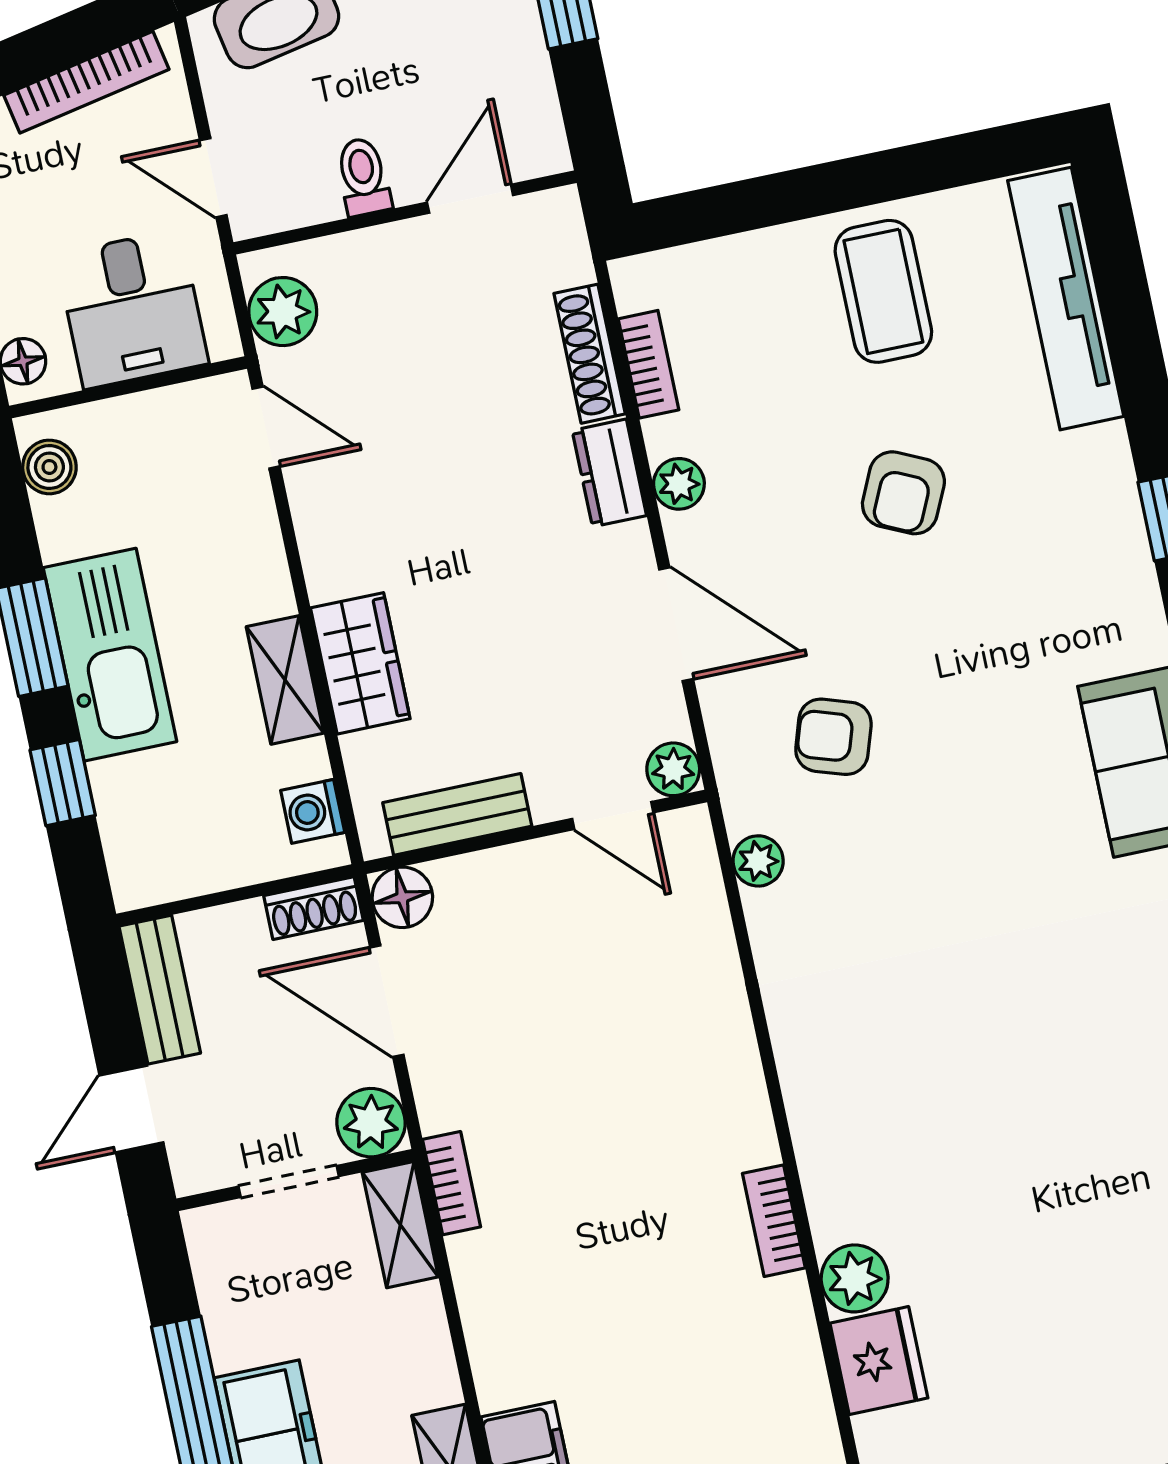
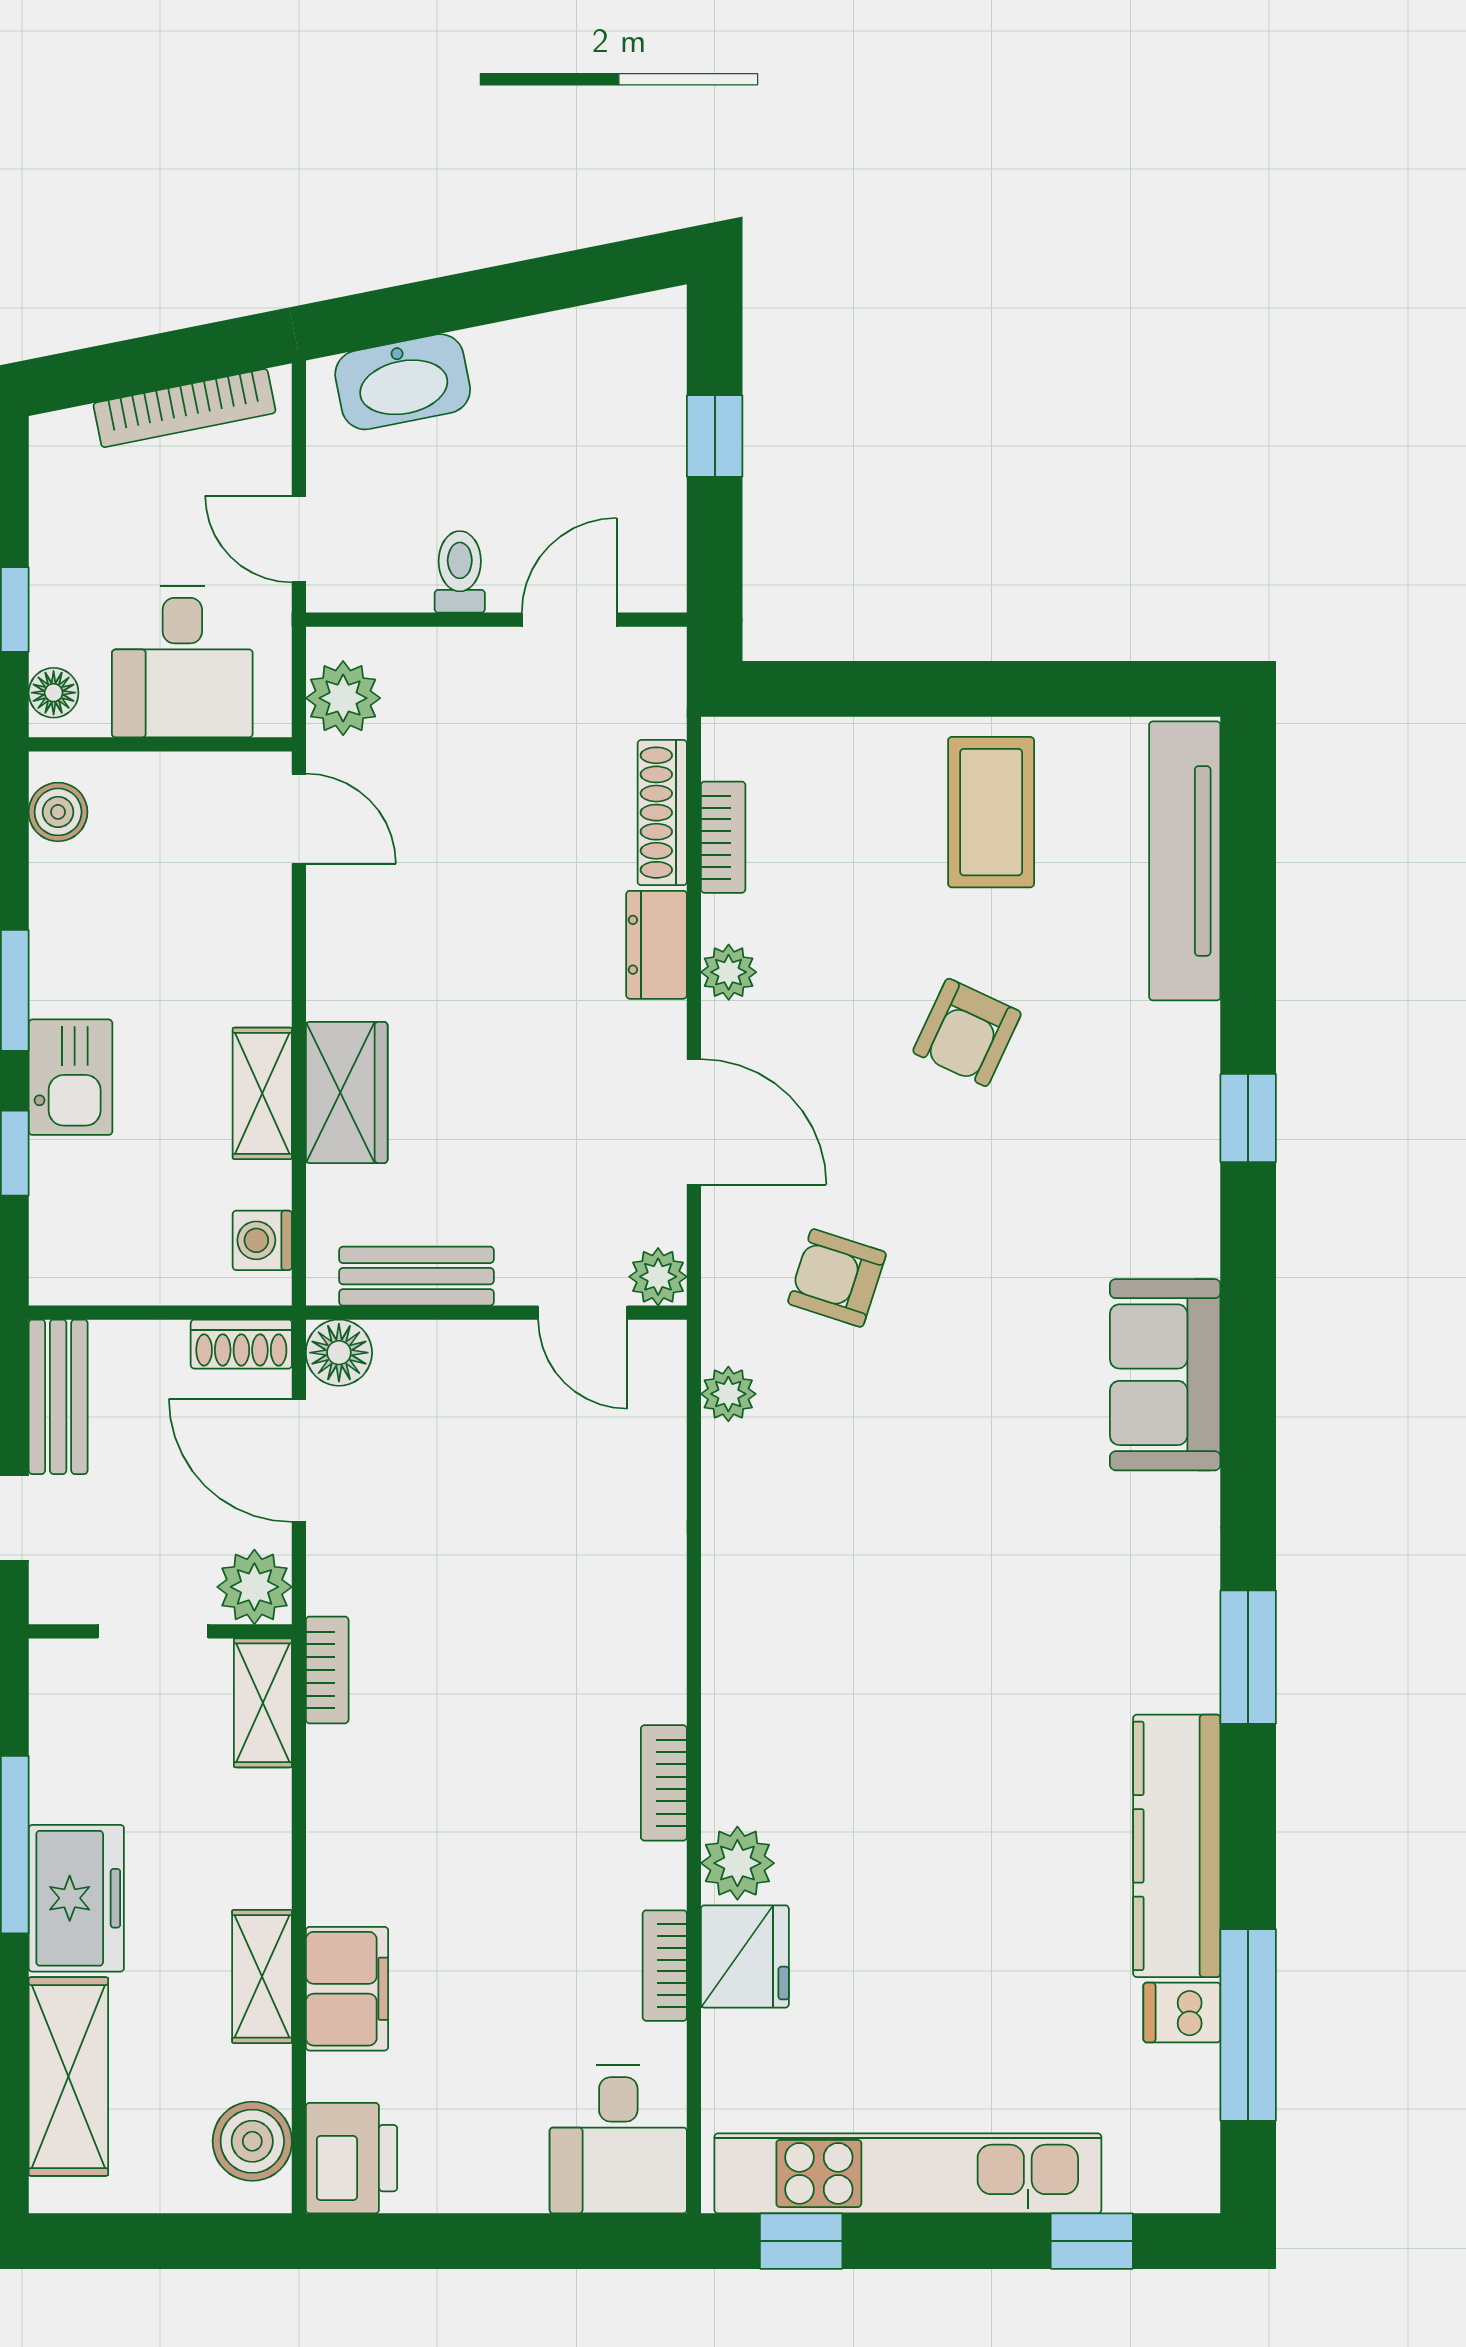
kitchen sink: (110, 655) -> (70, 1077), width x0.53, depth x0.81
bookcase: (809, 1384) -> (665, 1966), added

